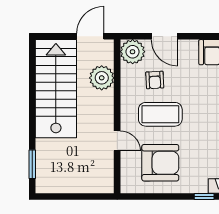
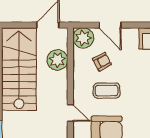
armchair: (155, 80) -> (102, 62), turned -115
coffee table: (160, 114) -> (107, 91), width x0.73, depth x0.76

